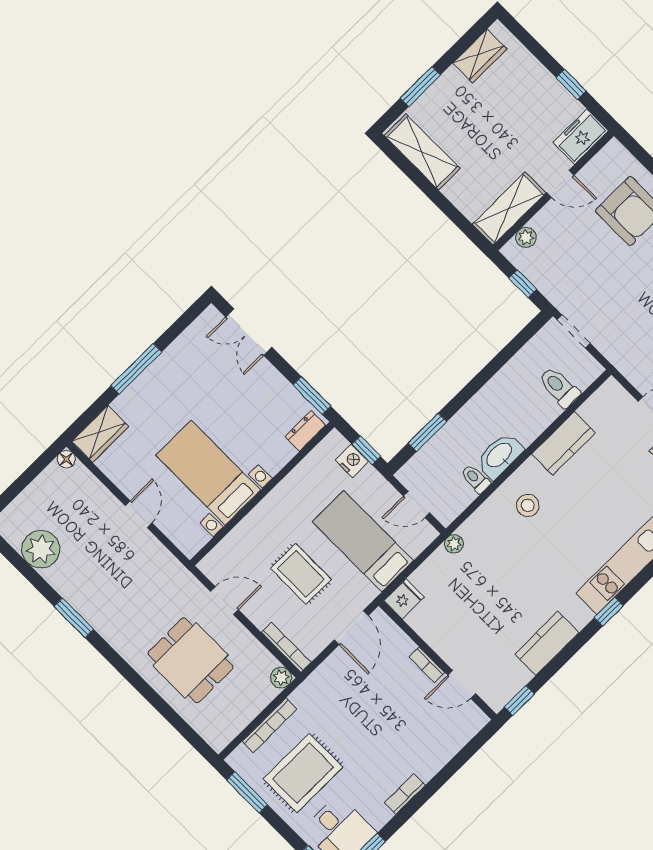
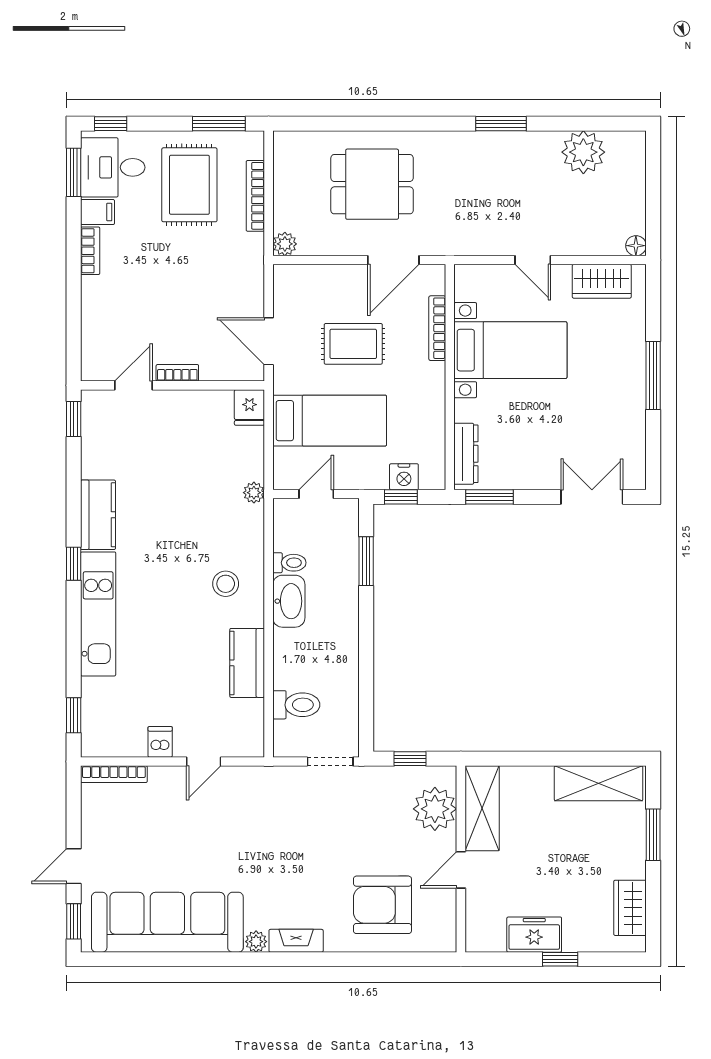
window: (571, 84) -> (560, 959), moved
freezer: (581, 137) -> (534, 935), moved, turned -90
plant: (526, 237) -> (435, 809), width x1.87, depth x1.87
dresser: (305, 431) -> (466, 454), width x1.44
wardrobe: (100, 434) -> (602, 281), moved, turned -90
door: (224, 600) -> (393, 260), width x1.38
kitchen counter: (547, 643) -> (98, 515), moved
bookcase: (286, 647) -> (437, 328), moved, turned 90
filing cabinet: (376, 813) -> (98, 212), added

